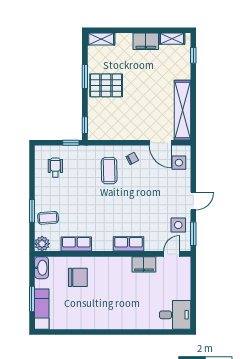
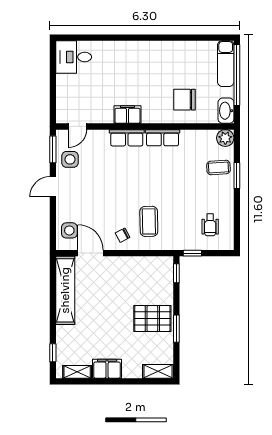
row of seats: (76, 244) -> (163, 138), moved
filing cabinet: (144, 264) -> (127, 115), moved
window: (32, 299) -> (237, 75), width x2.11

